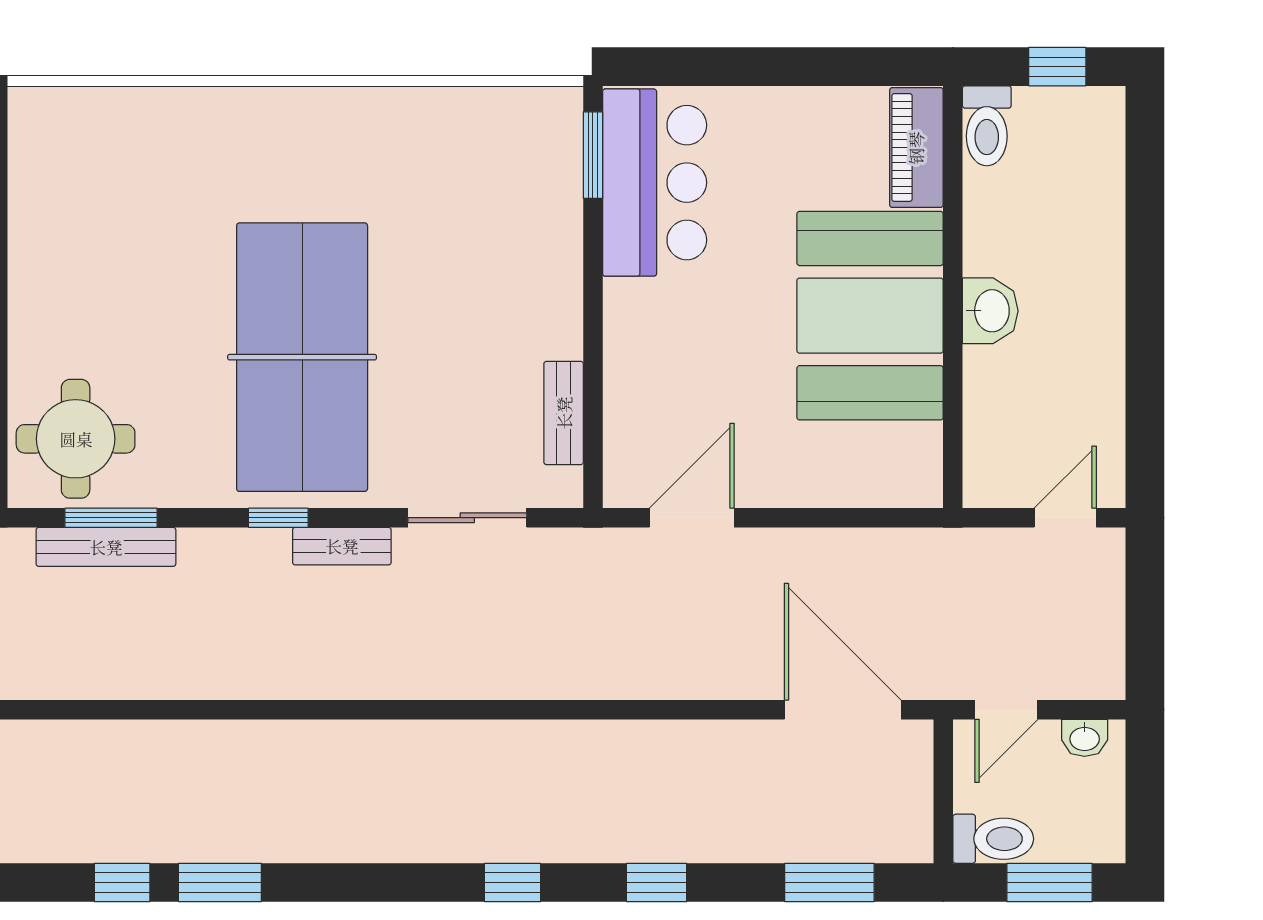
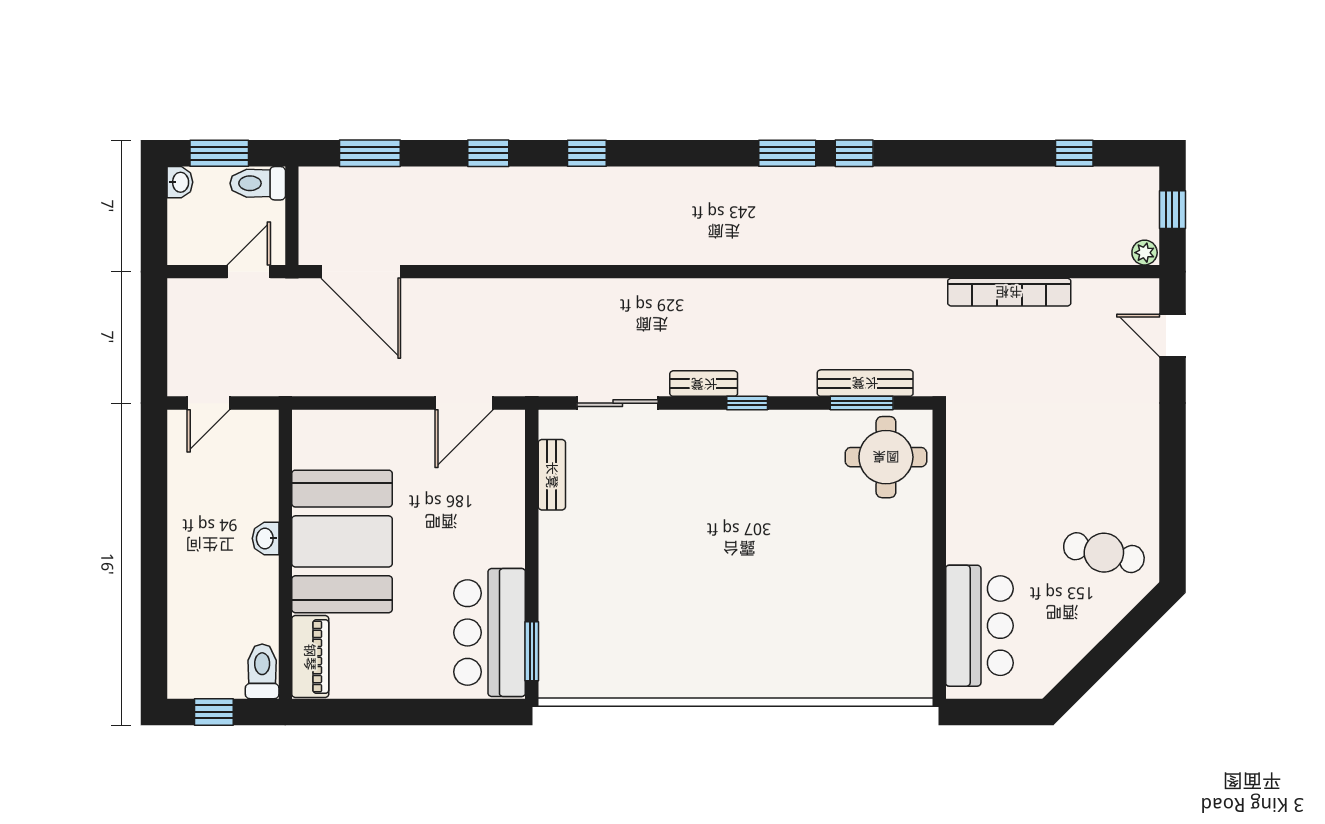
washbasin: (990, 311) -> (266, 538), width x0.72, depth x0.69
table tennis table: (302, 357) -> (731, 513), removed
washbasin: (1085, 738) -> (180, 182), moved, turned 90

